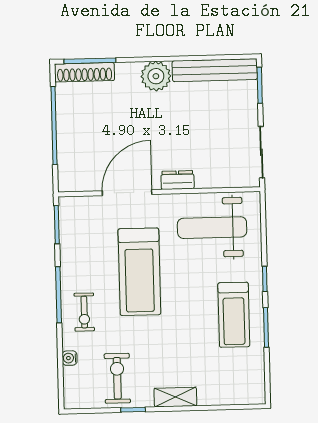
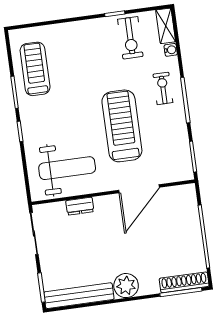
dresser: (177, 180) -> (80, 206), moved
treadmill: (234, 315) -> (35, 69), moved
shelving: (175, 397) -> (166, 26), moved, turned 90

